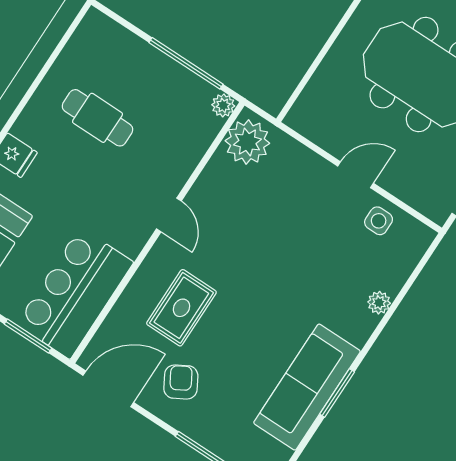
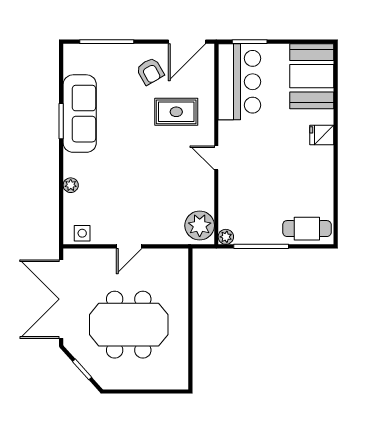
cafe table: (97, 118) -> (307, 229), moved
side table: (379, 221) -> (82, 233), moved
rug: (181, 308) -> (176, 112), turned 90

